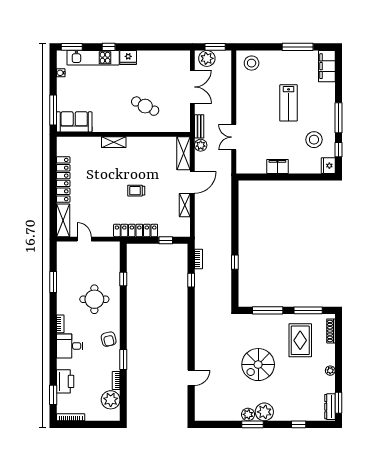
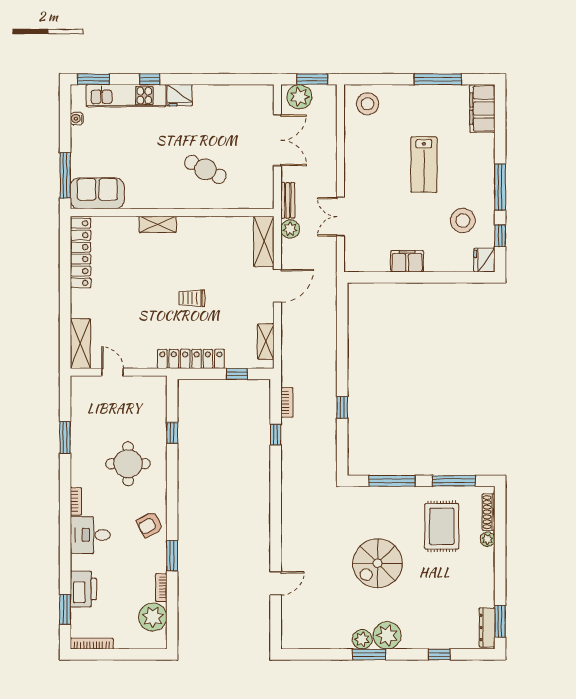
locker: (63, 180) -> (81, 253), moved
shelving: (185, 205) -> (266, 341), moved
armchair: (109, 339) -> (150, 525), turned 75
plant: (330, 371) -> (488, 539), moved

